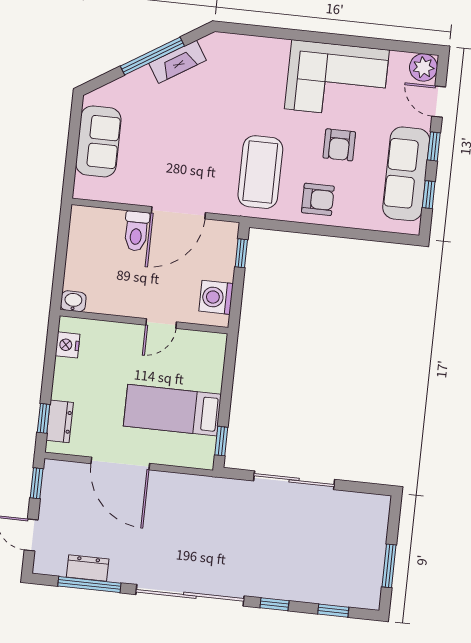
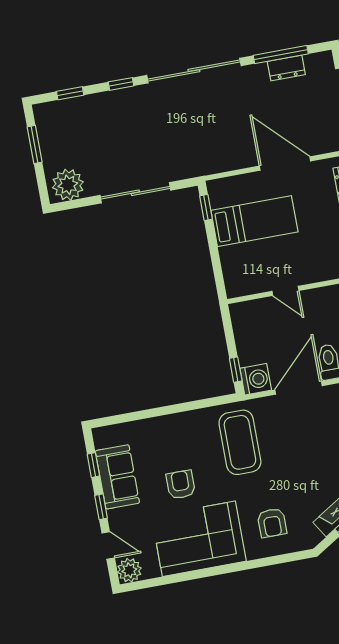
sofa: (406, 174) -> (117, 477), width x0.73
armchair: (318, 199) -> (272, 523), moved, turned -90
washing machine: (216, 297) -> (256, 379), moved
door: (161, 324) -> (285, 291), swing flipped
plant: (366, 511) -> (68, 185), added

